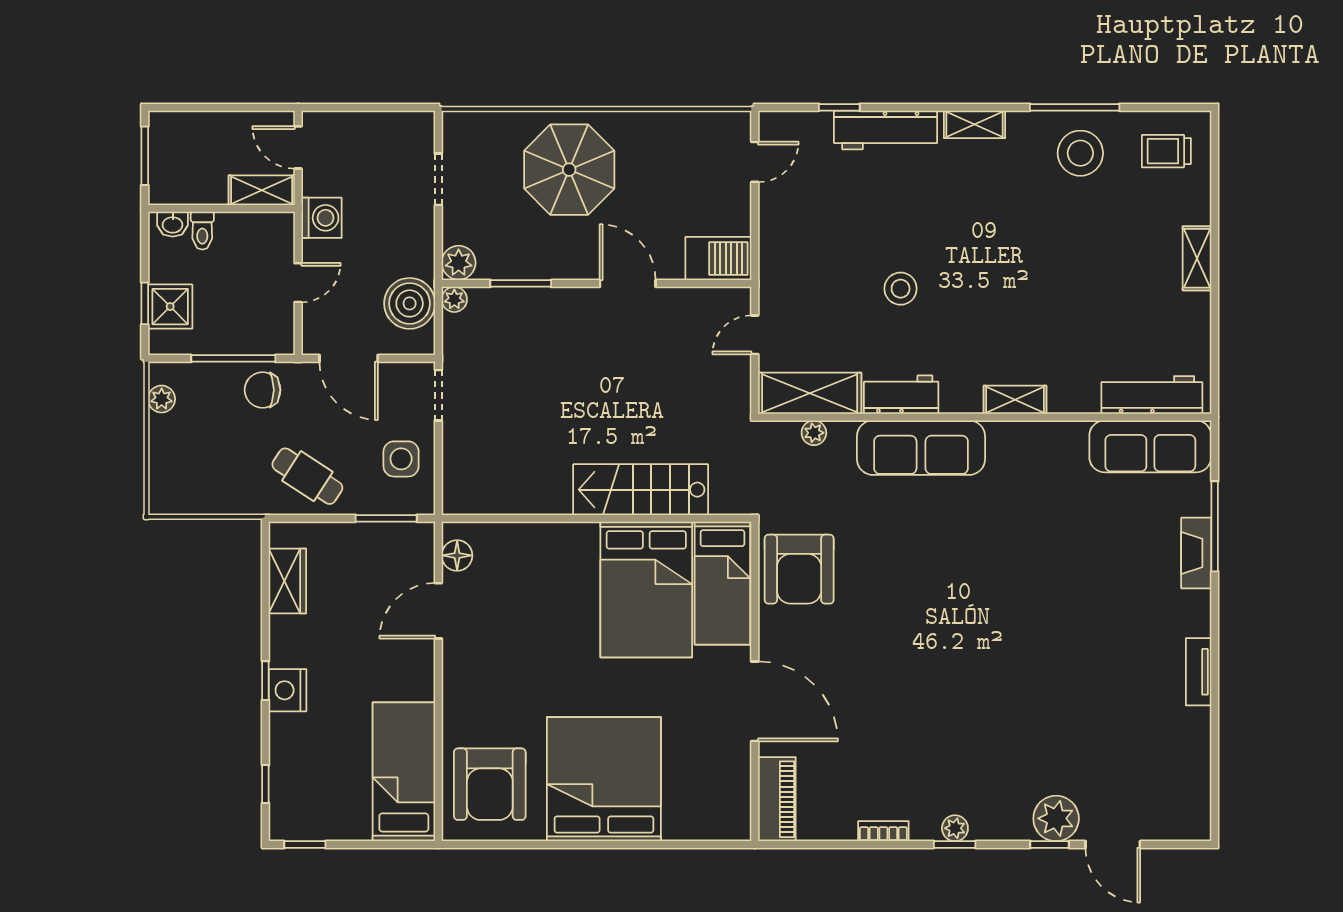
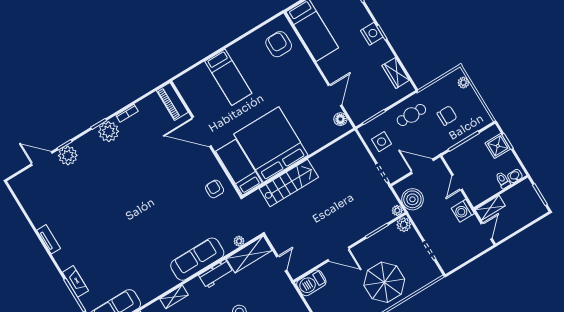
door: (298, 147) -> (487, 231), hinge flipped
chair: (263, 390) -> (447, 116), moved
plant: (162, 399) -> (463, 83), moved
cafe table: (307, 476) -> (411, 115), turned -33
armchair: (799, 569) -> (215, 189), width x0.53, depth x0.53
bed: (646, 589) -> (271, 145), width x1.36
bed: (604, 779) -> (228, 77), width x0.49
armchair: (490, 784) -> (279, 44), width x0.73, depth x0.73
plant: (955, 828) -> (109, 132), width x1.87, depth x1.87

